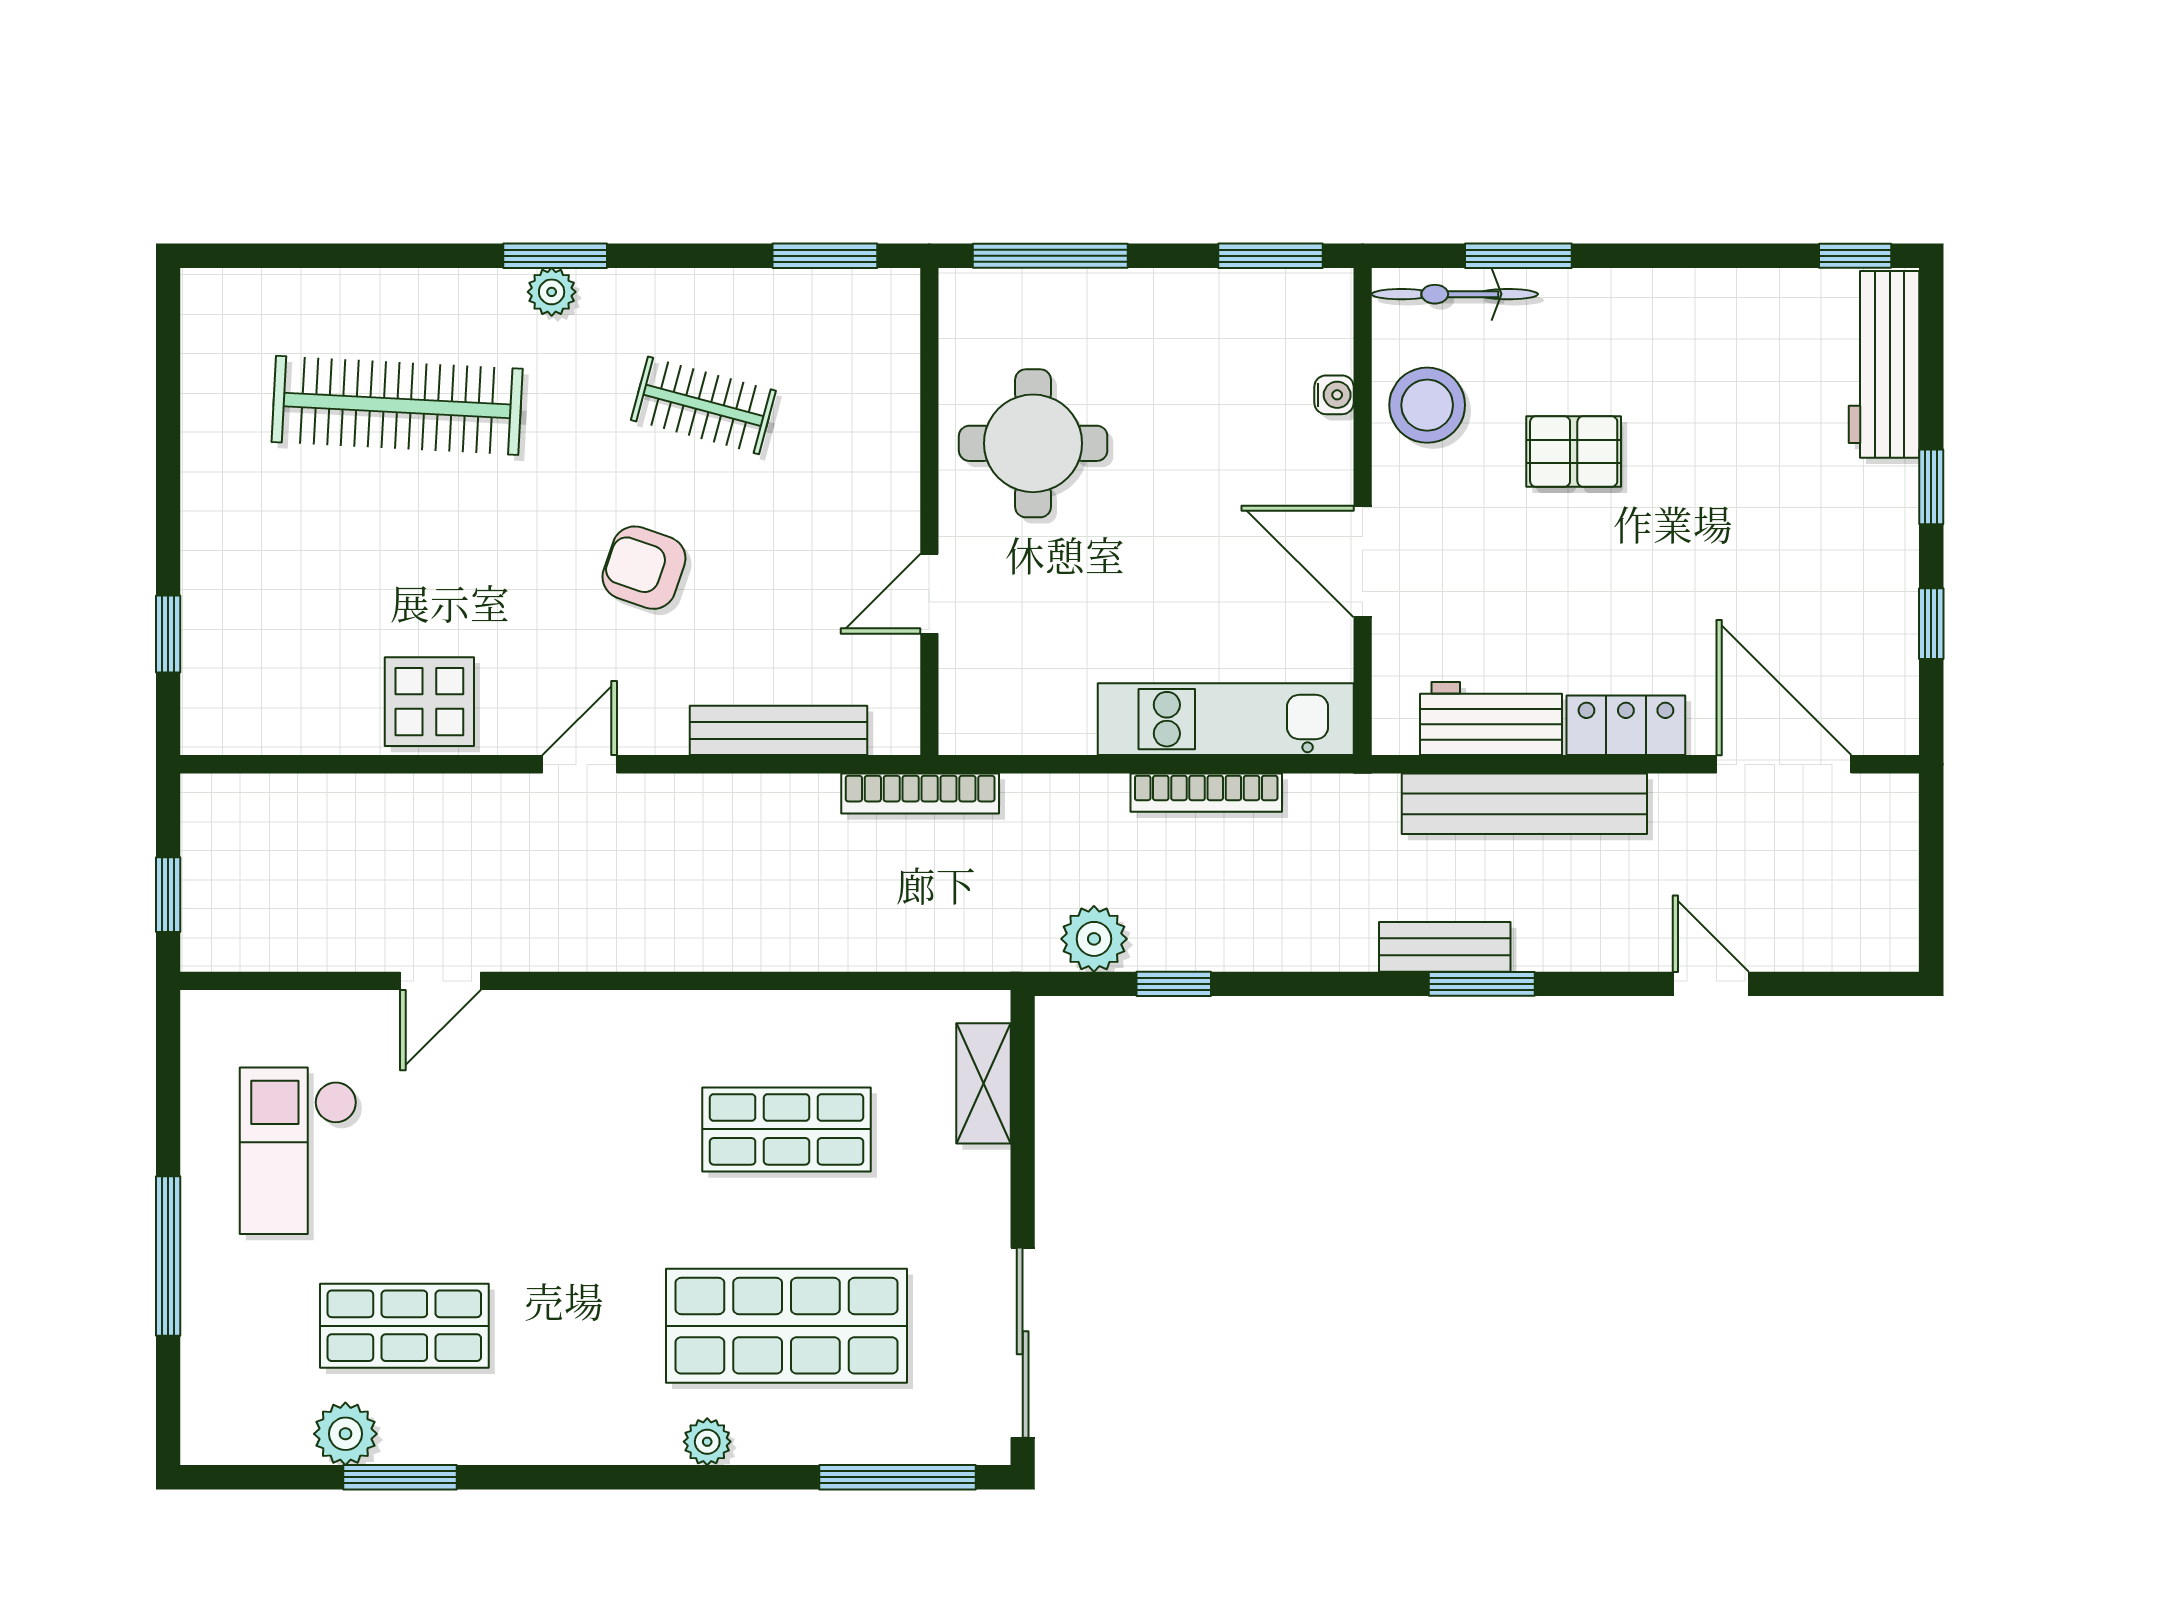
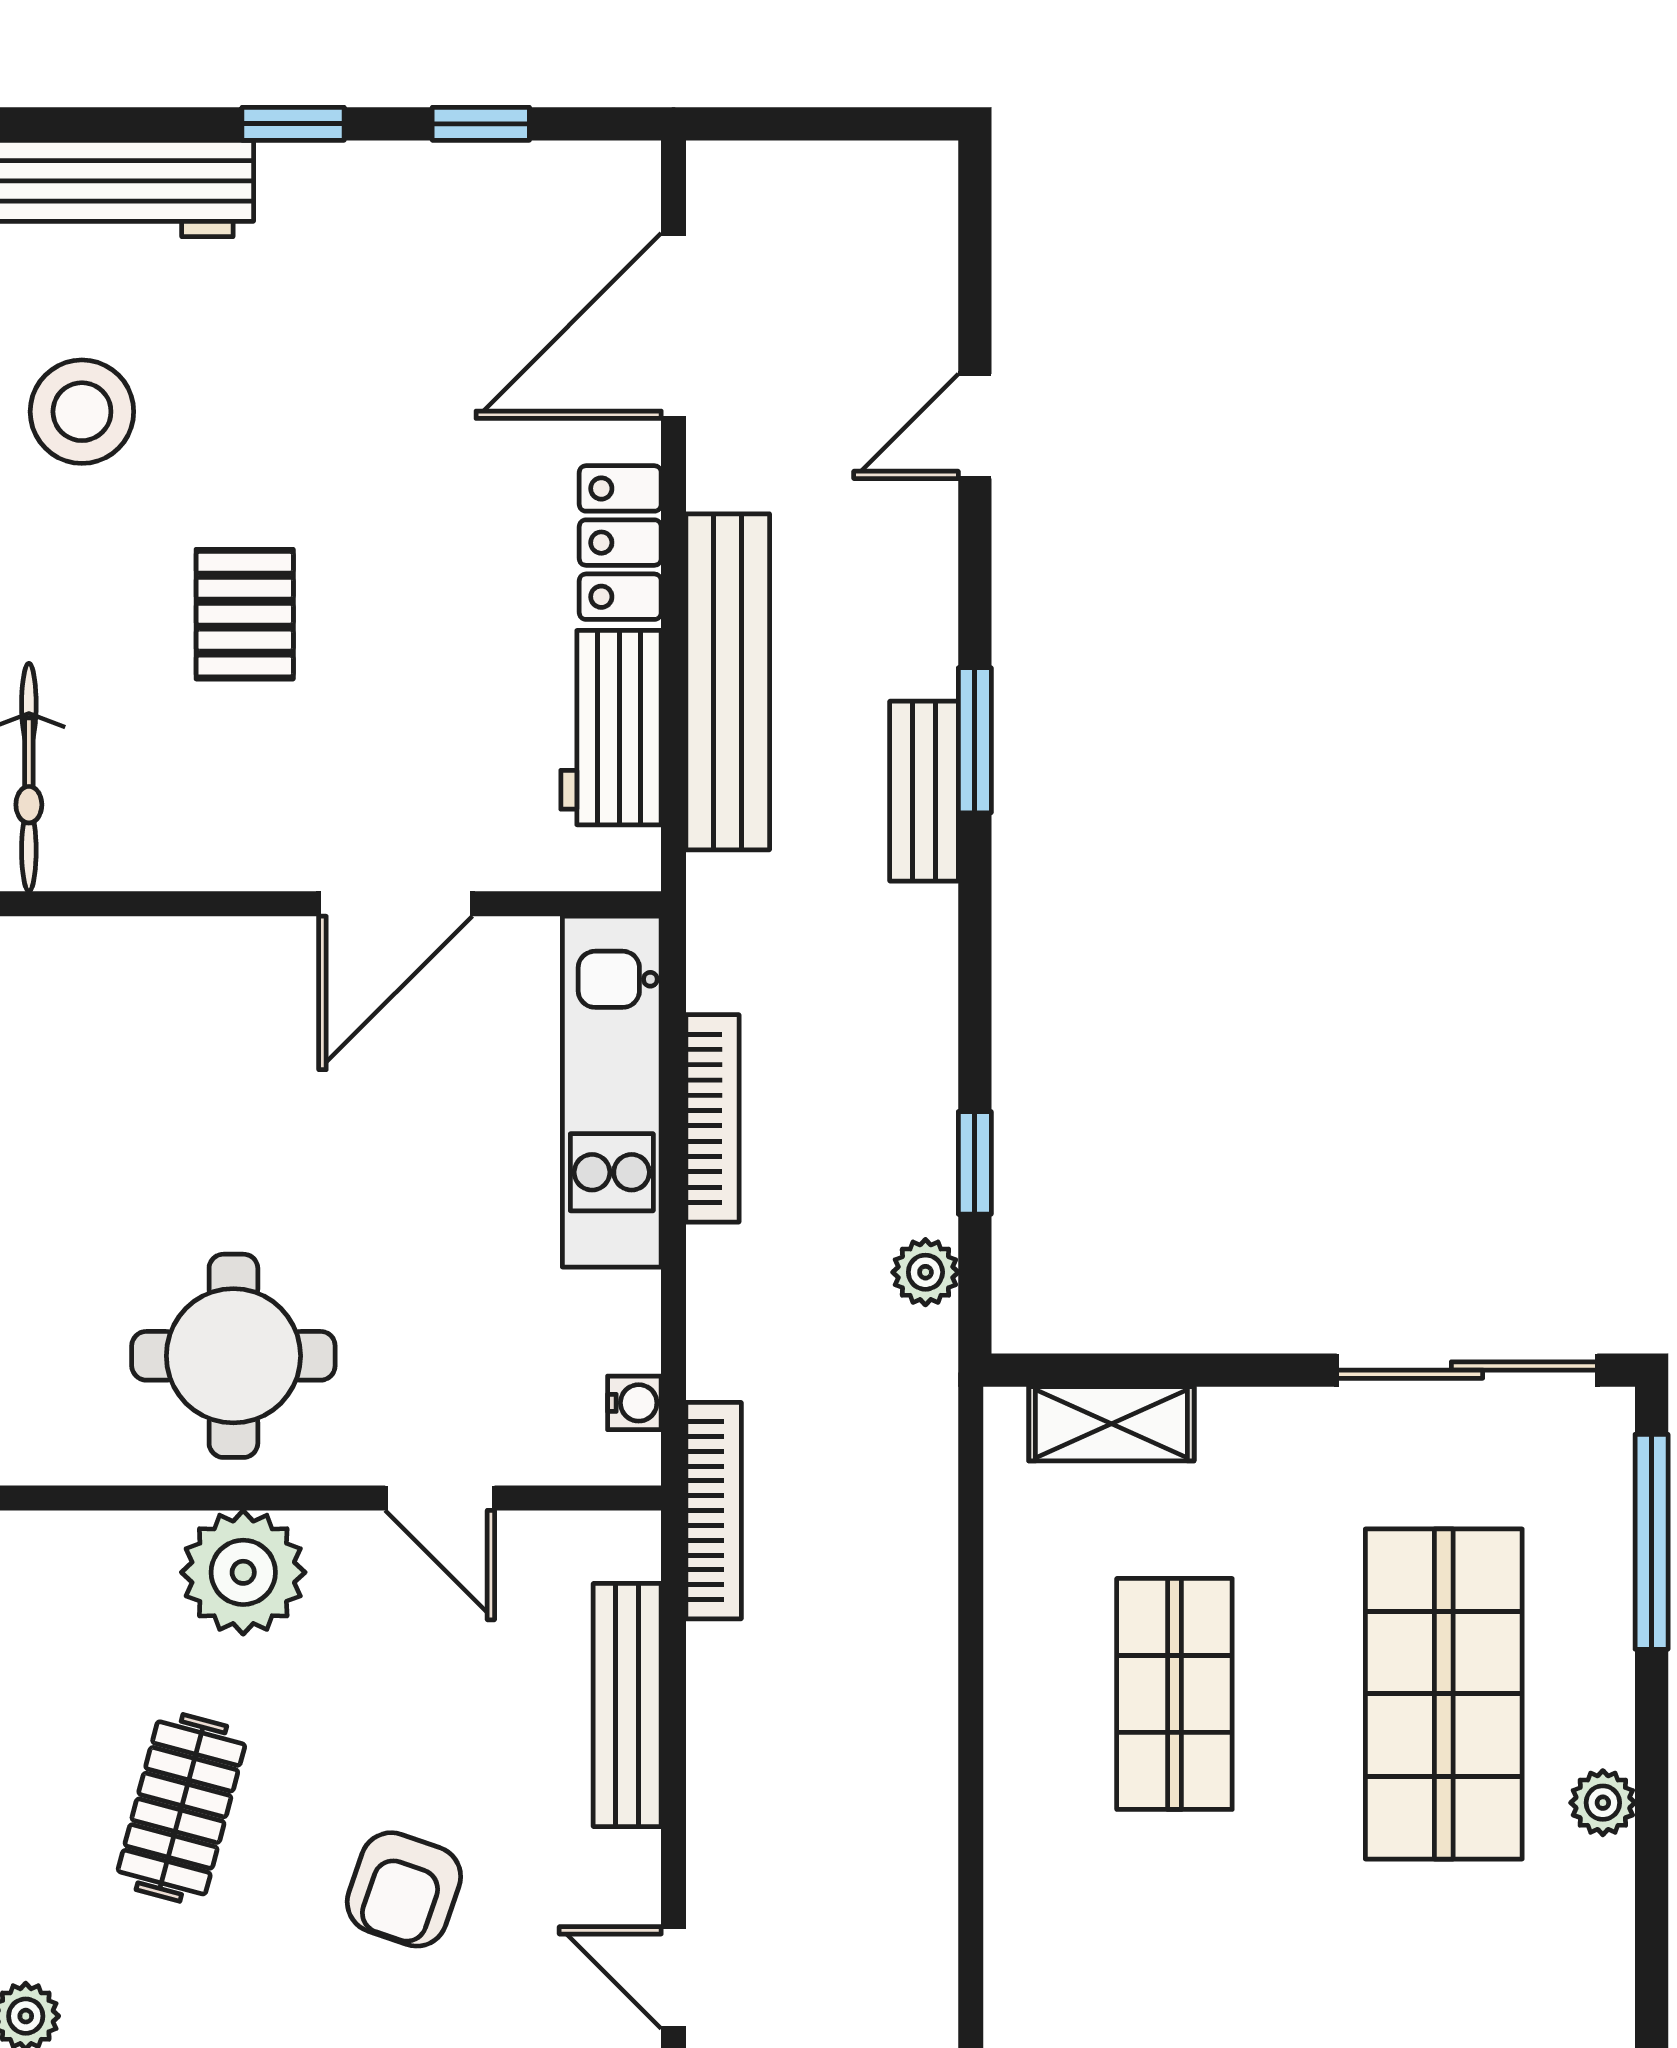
water cooler: (1334, 395) -> (634, 1403), moved, turned 90
stool: (1427, 405) -> (82, 412), moved
plant: (875, 450) -> (243, 1572), added
plant: (1094, 939) -> (925, 1272), width x0.73, depth x0.73

